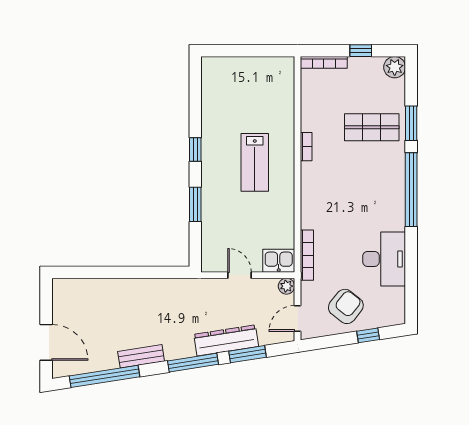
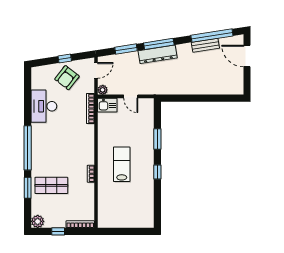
window: (368, 335) -> (65, 59), moved
dresser: (226, 340) -> (158, 54), moved
bench: (141, 356) -> (205, 45), moved

